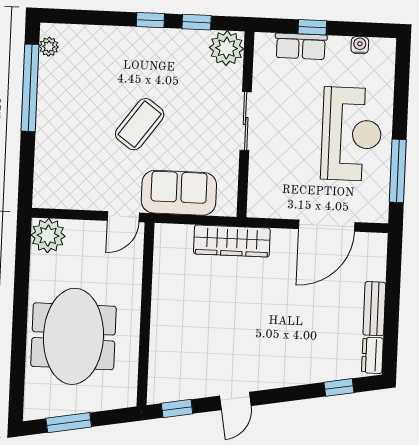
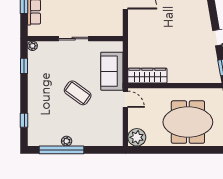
window: (150, 20) -> (24, 120), moved
plant: (49, 47) -> (67, 141), moved
plant: (227, 48) -> (32, 46), width x0.53, depth x0.53
wardrobe: (232, 241) -> (147, 76), moved, turned -90

